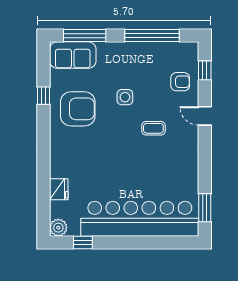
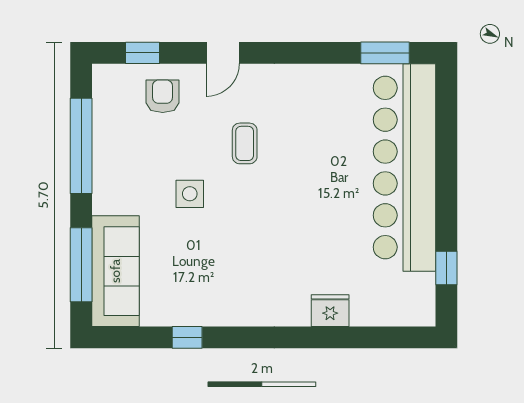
sofa: (73, 55) -> (115, 271), width x1.36
armchair: (78, 109) -> (210, 277), removed
fridge: (59, 189) -> (330, 311), moved
plant: (58, 228) -> (420, 311), removed

